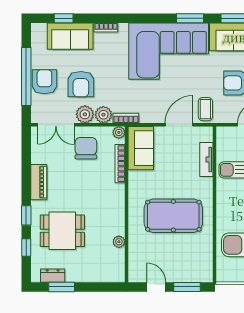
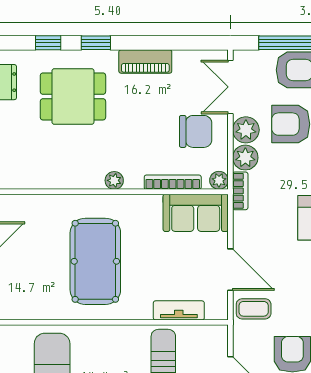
dining table: (62, 231) -> (73, 96), turned 90
plant: (119, 242) -> (114, 180), moved

